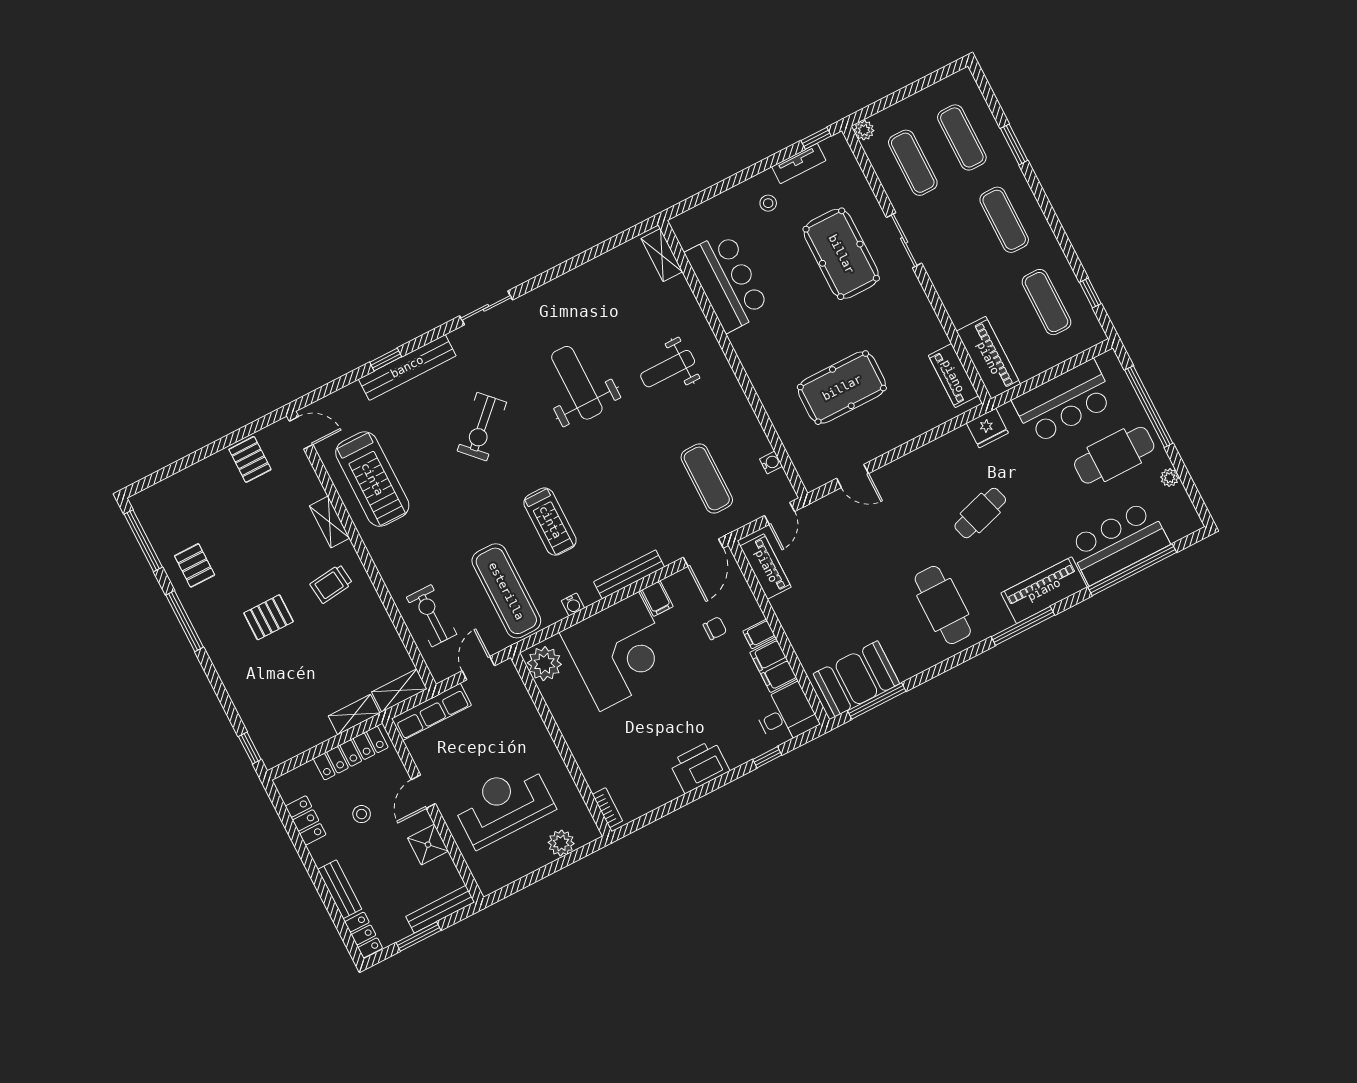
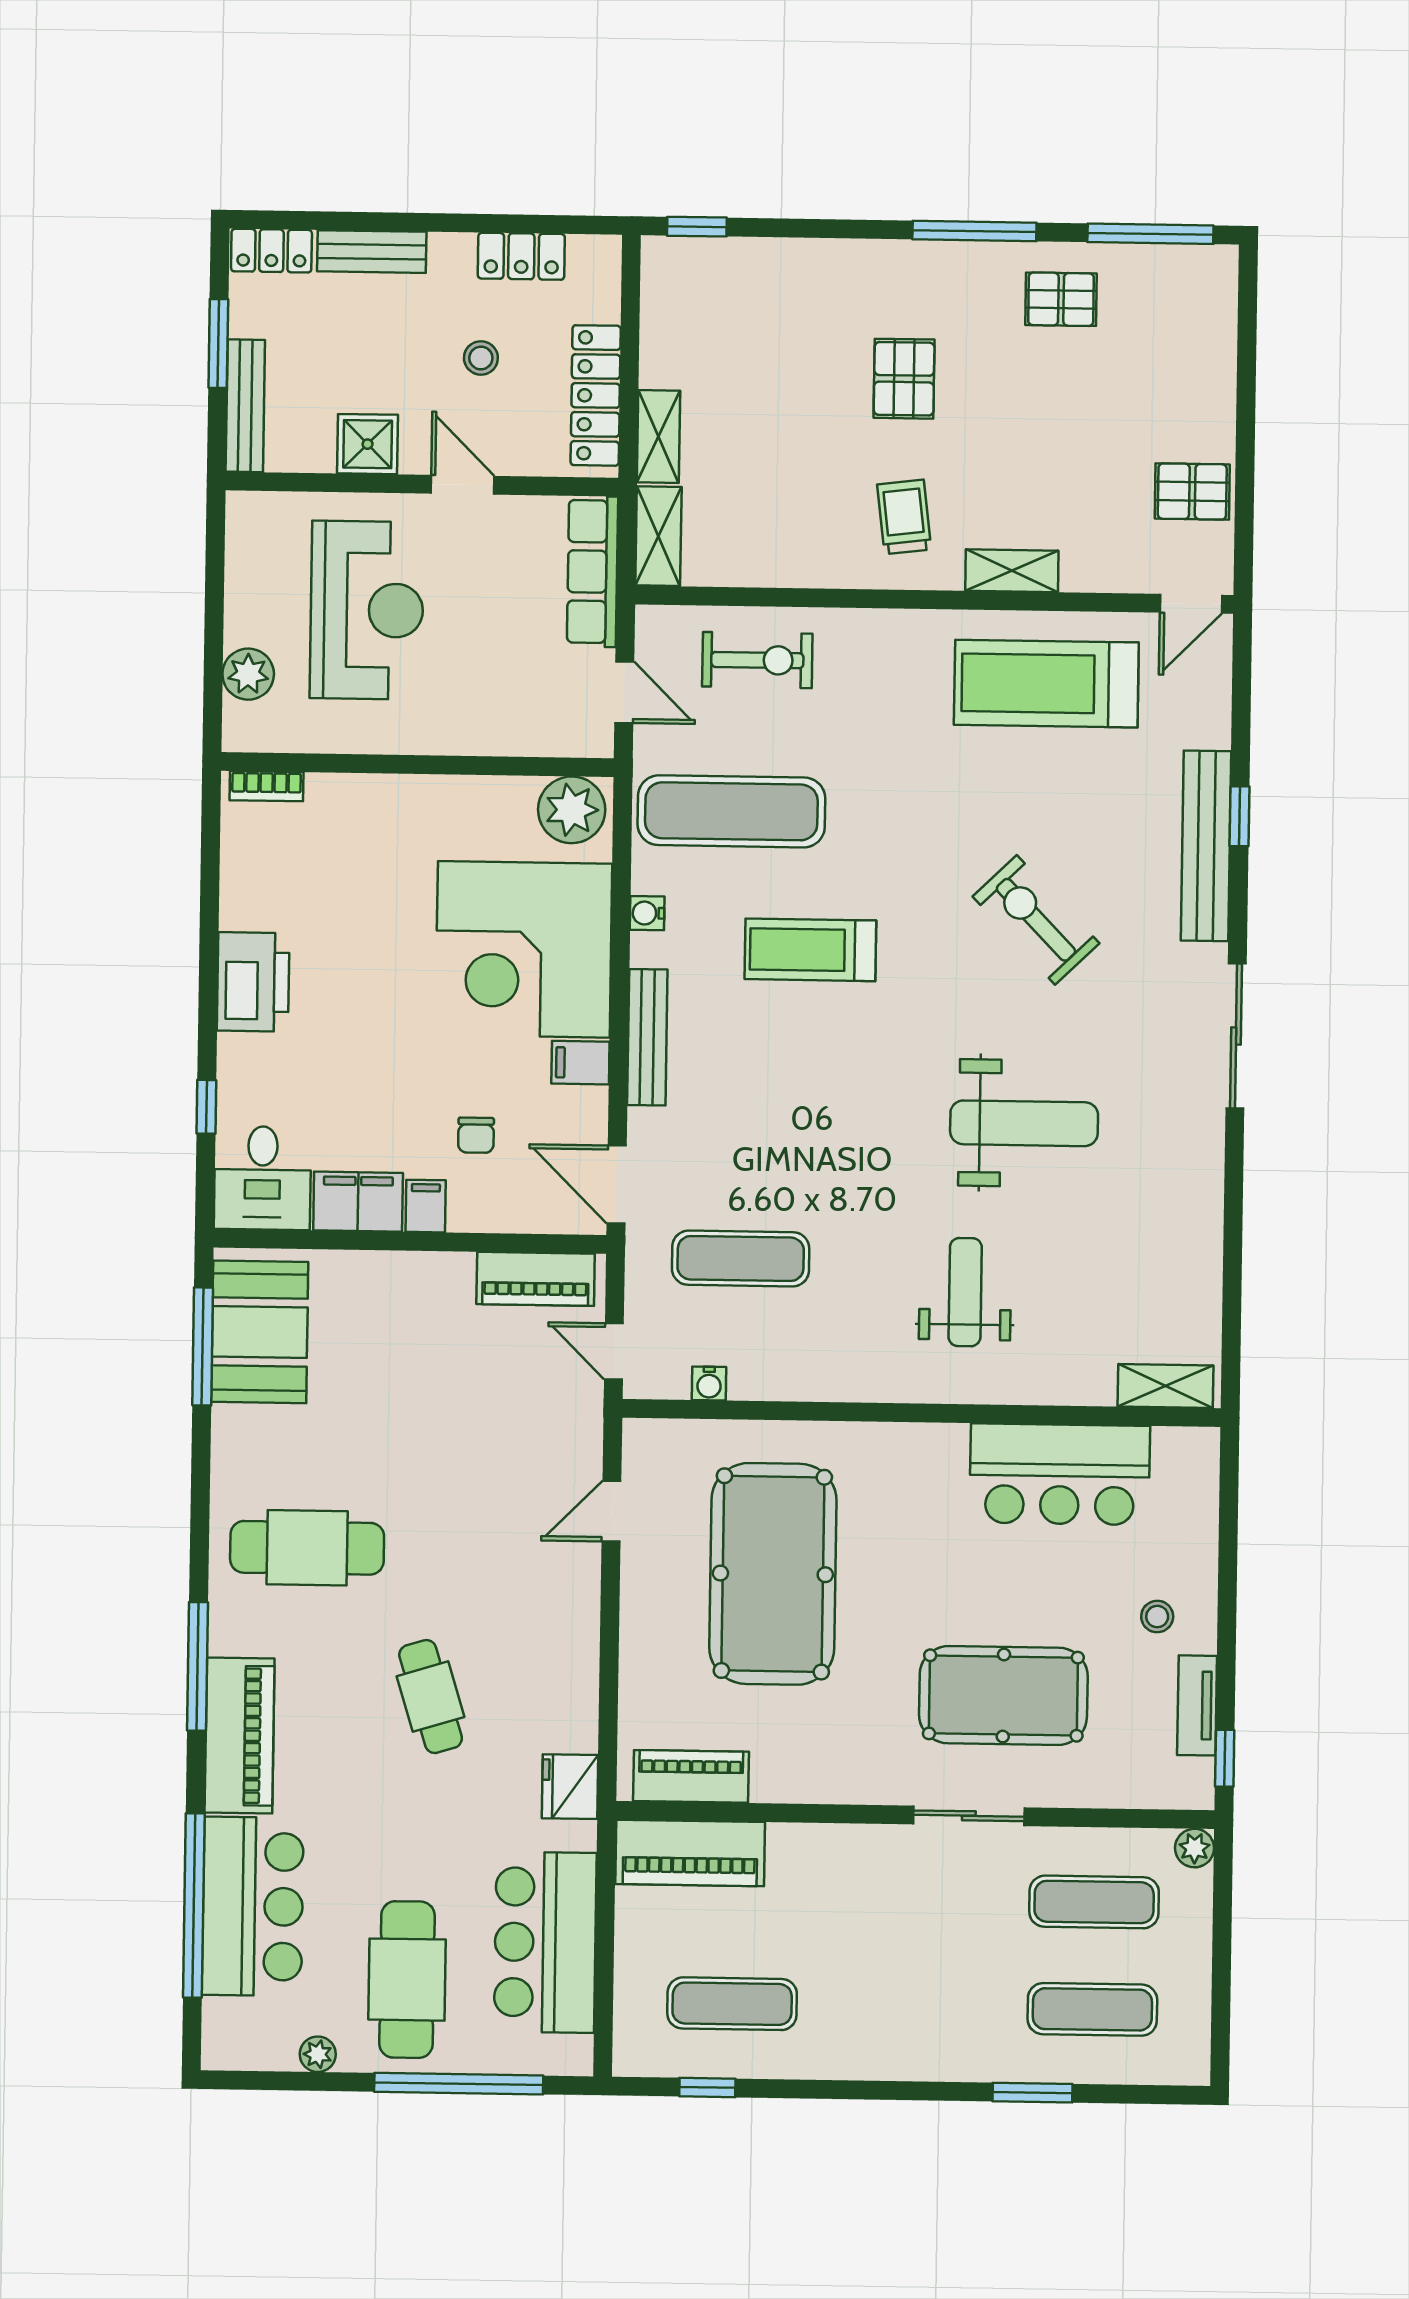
exercise mat: (1004, 220) -> (912, 2007), removed
sliding door: (486, 308) -> (1236, 1036), width x1.37
pool table: (842, 388) -> (773, 1574), width x1.36, depth x1.32

